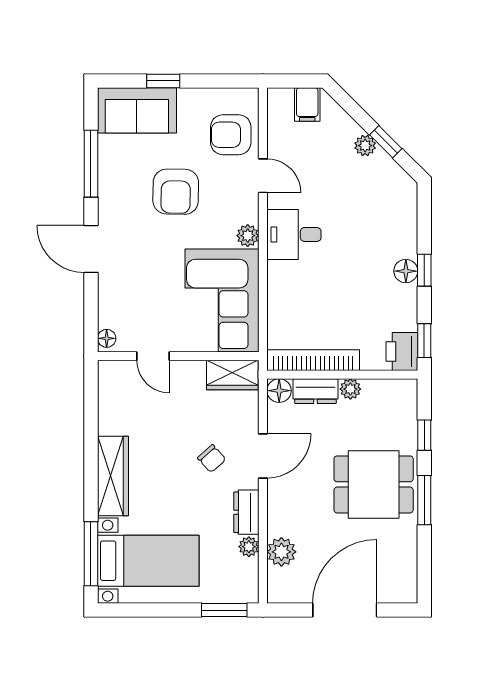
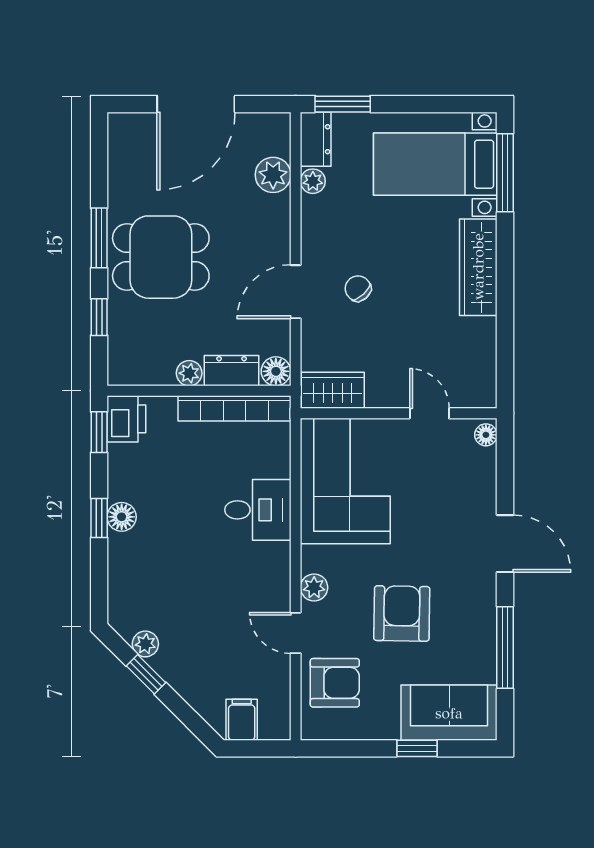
plant: (365, 146) -> (145, 644), moved
desk: (294, 234) -> (258, 510), moved
plant: (248, 236) -> (314, 587), moved
dresser: (246, 512) -> (316, 139), moved

